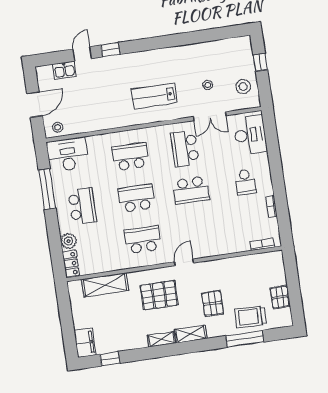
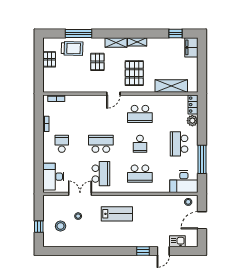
stool: (243, 87) -> (61, 226), moved
school desk: (137, 198) -> (140, 144), width x0.54
pallet: (159, 295) -> (134, 73), turned 90

